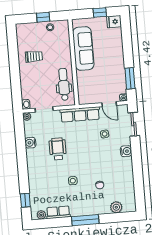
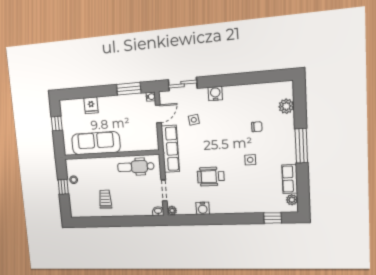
fridge: (114, 22) -> (91, 105), moved

